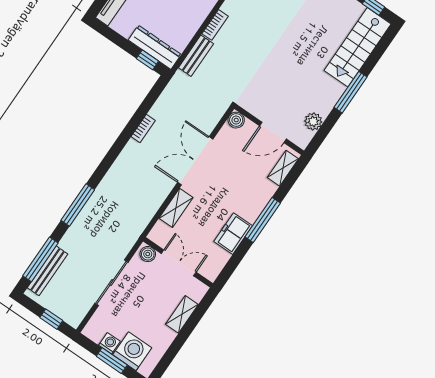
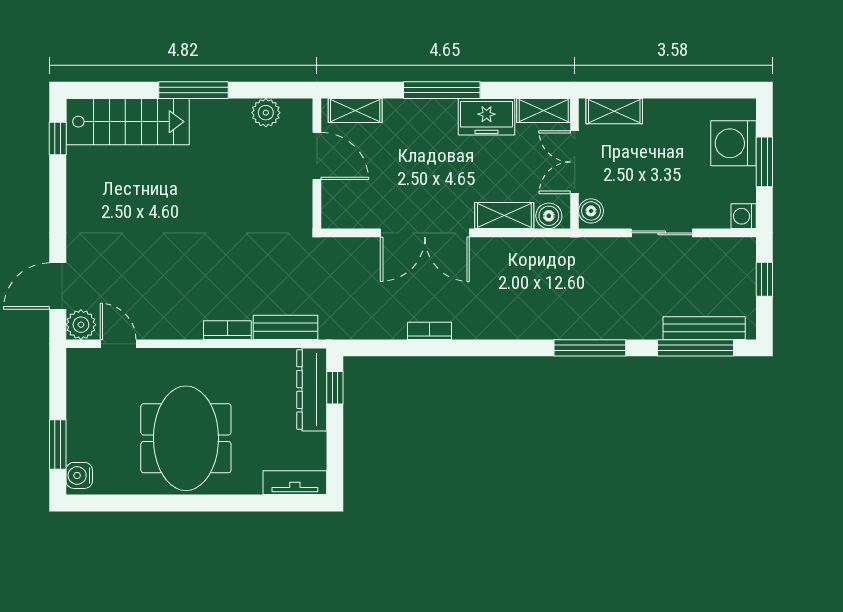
boiler: (236, 120) -> (549, 216), moved
shelving: (216, 265) -> (544, 110), added
sliding door: (111, 283) -> (662, 233), width x0.73
shelving: (182, 314) -> (614, 111), moved
washing machine: (109, 343) -> (744, 216), moved

